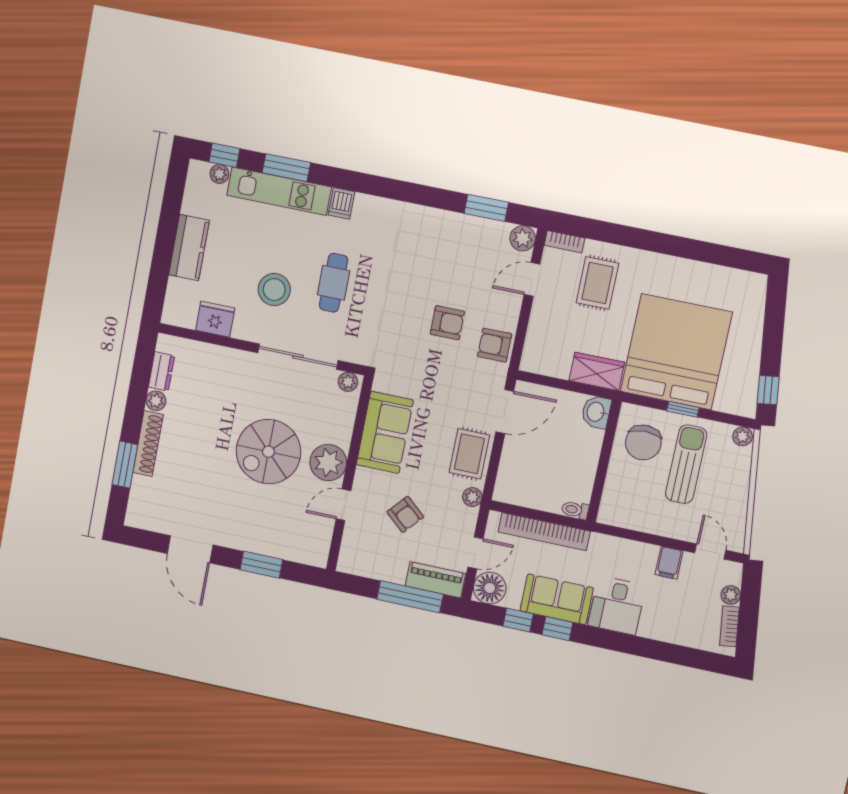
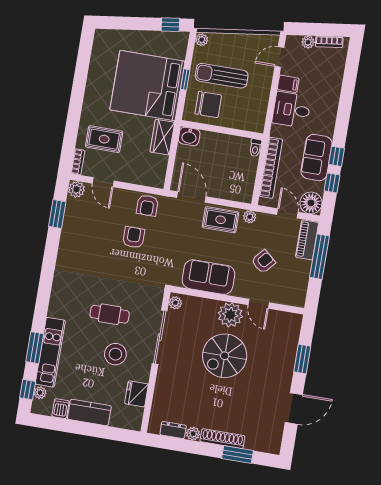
dishwasher: (341, 203) -> (60, 409), moved, turned -90
spiral stairs: (268, 452) -> (225, 356), turned 90
desk: (617, 605) -> (292, 110), moved, turned 180

